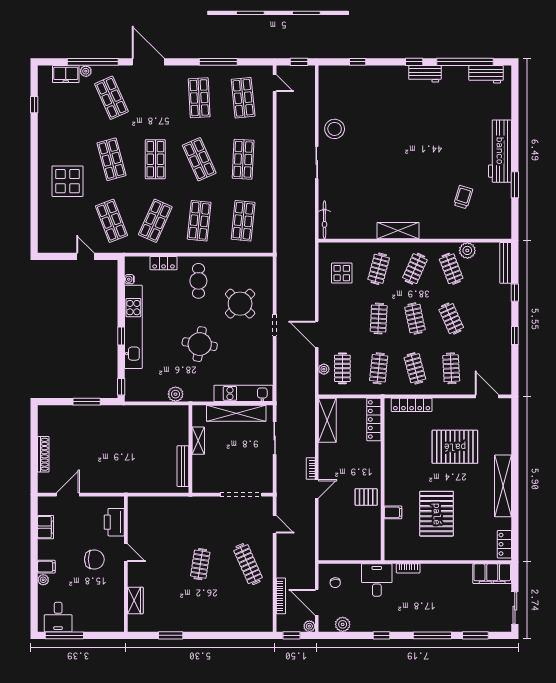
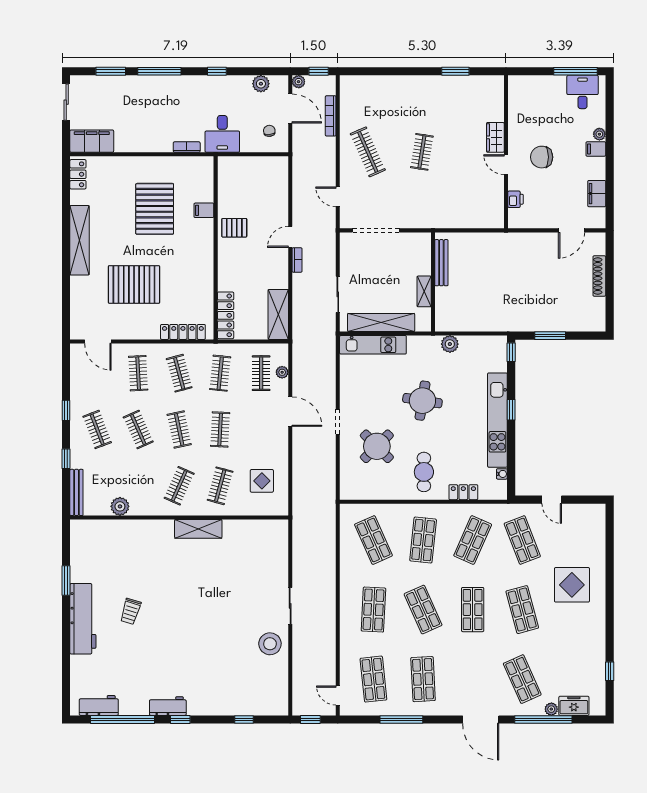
trolley: (463, 197) -> (131, 611), moved
bicycle: (324, 220) -> (281, 541), removed
shop shelf: (243, 221) -> (373, 540), turned -30
clothes rail: (451, 269) -> (97, 429), moved
printer: (114, 522) -> (515, 199), width x0.53, depth x0.68
wardrobe: (135, 600) -> (495, 137), moved

